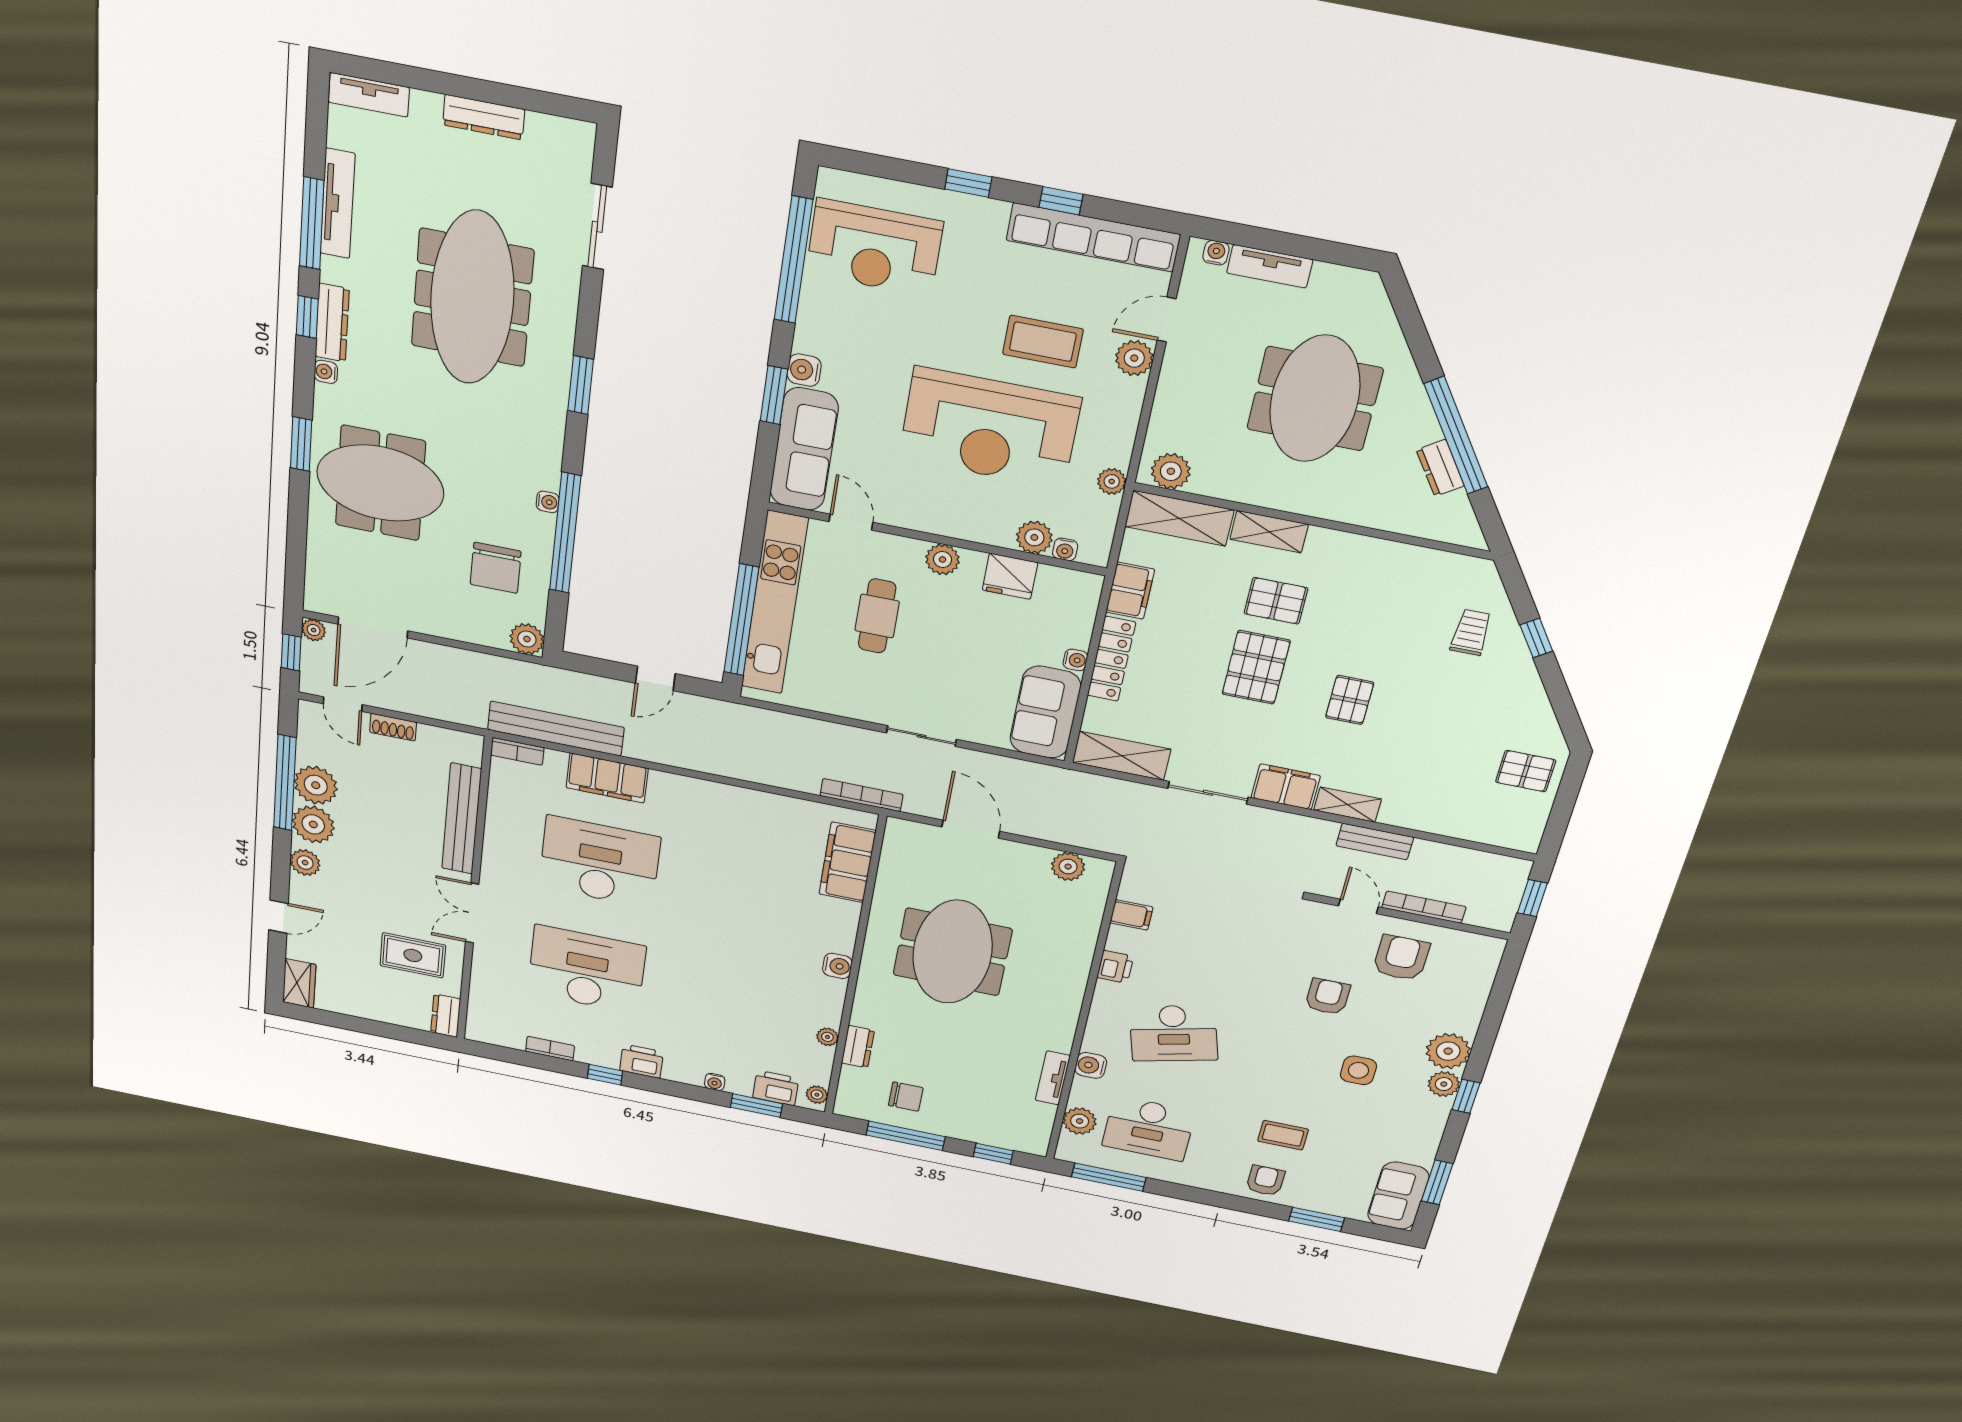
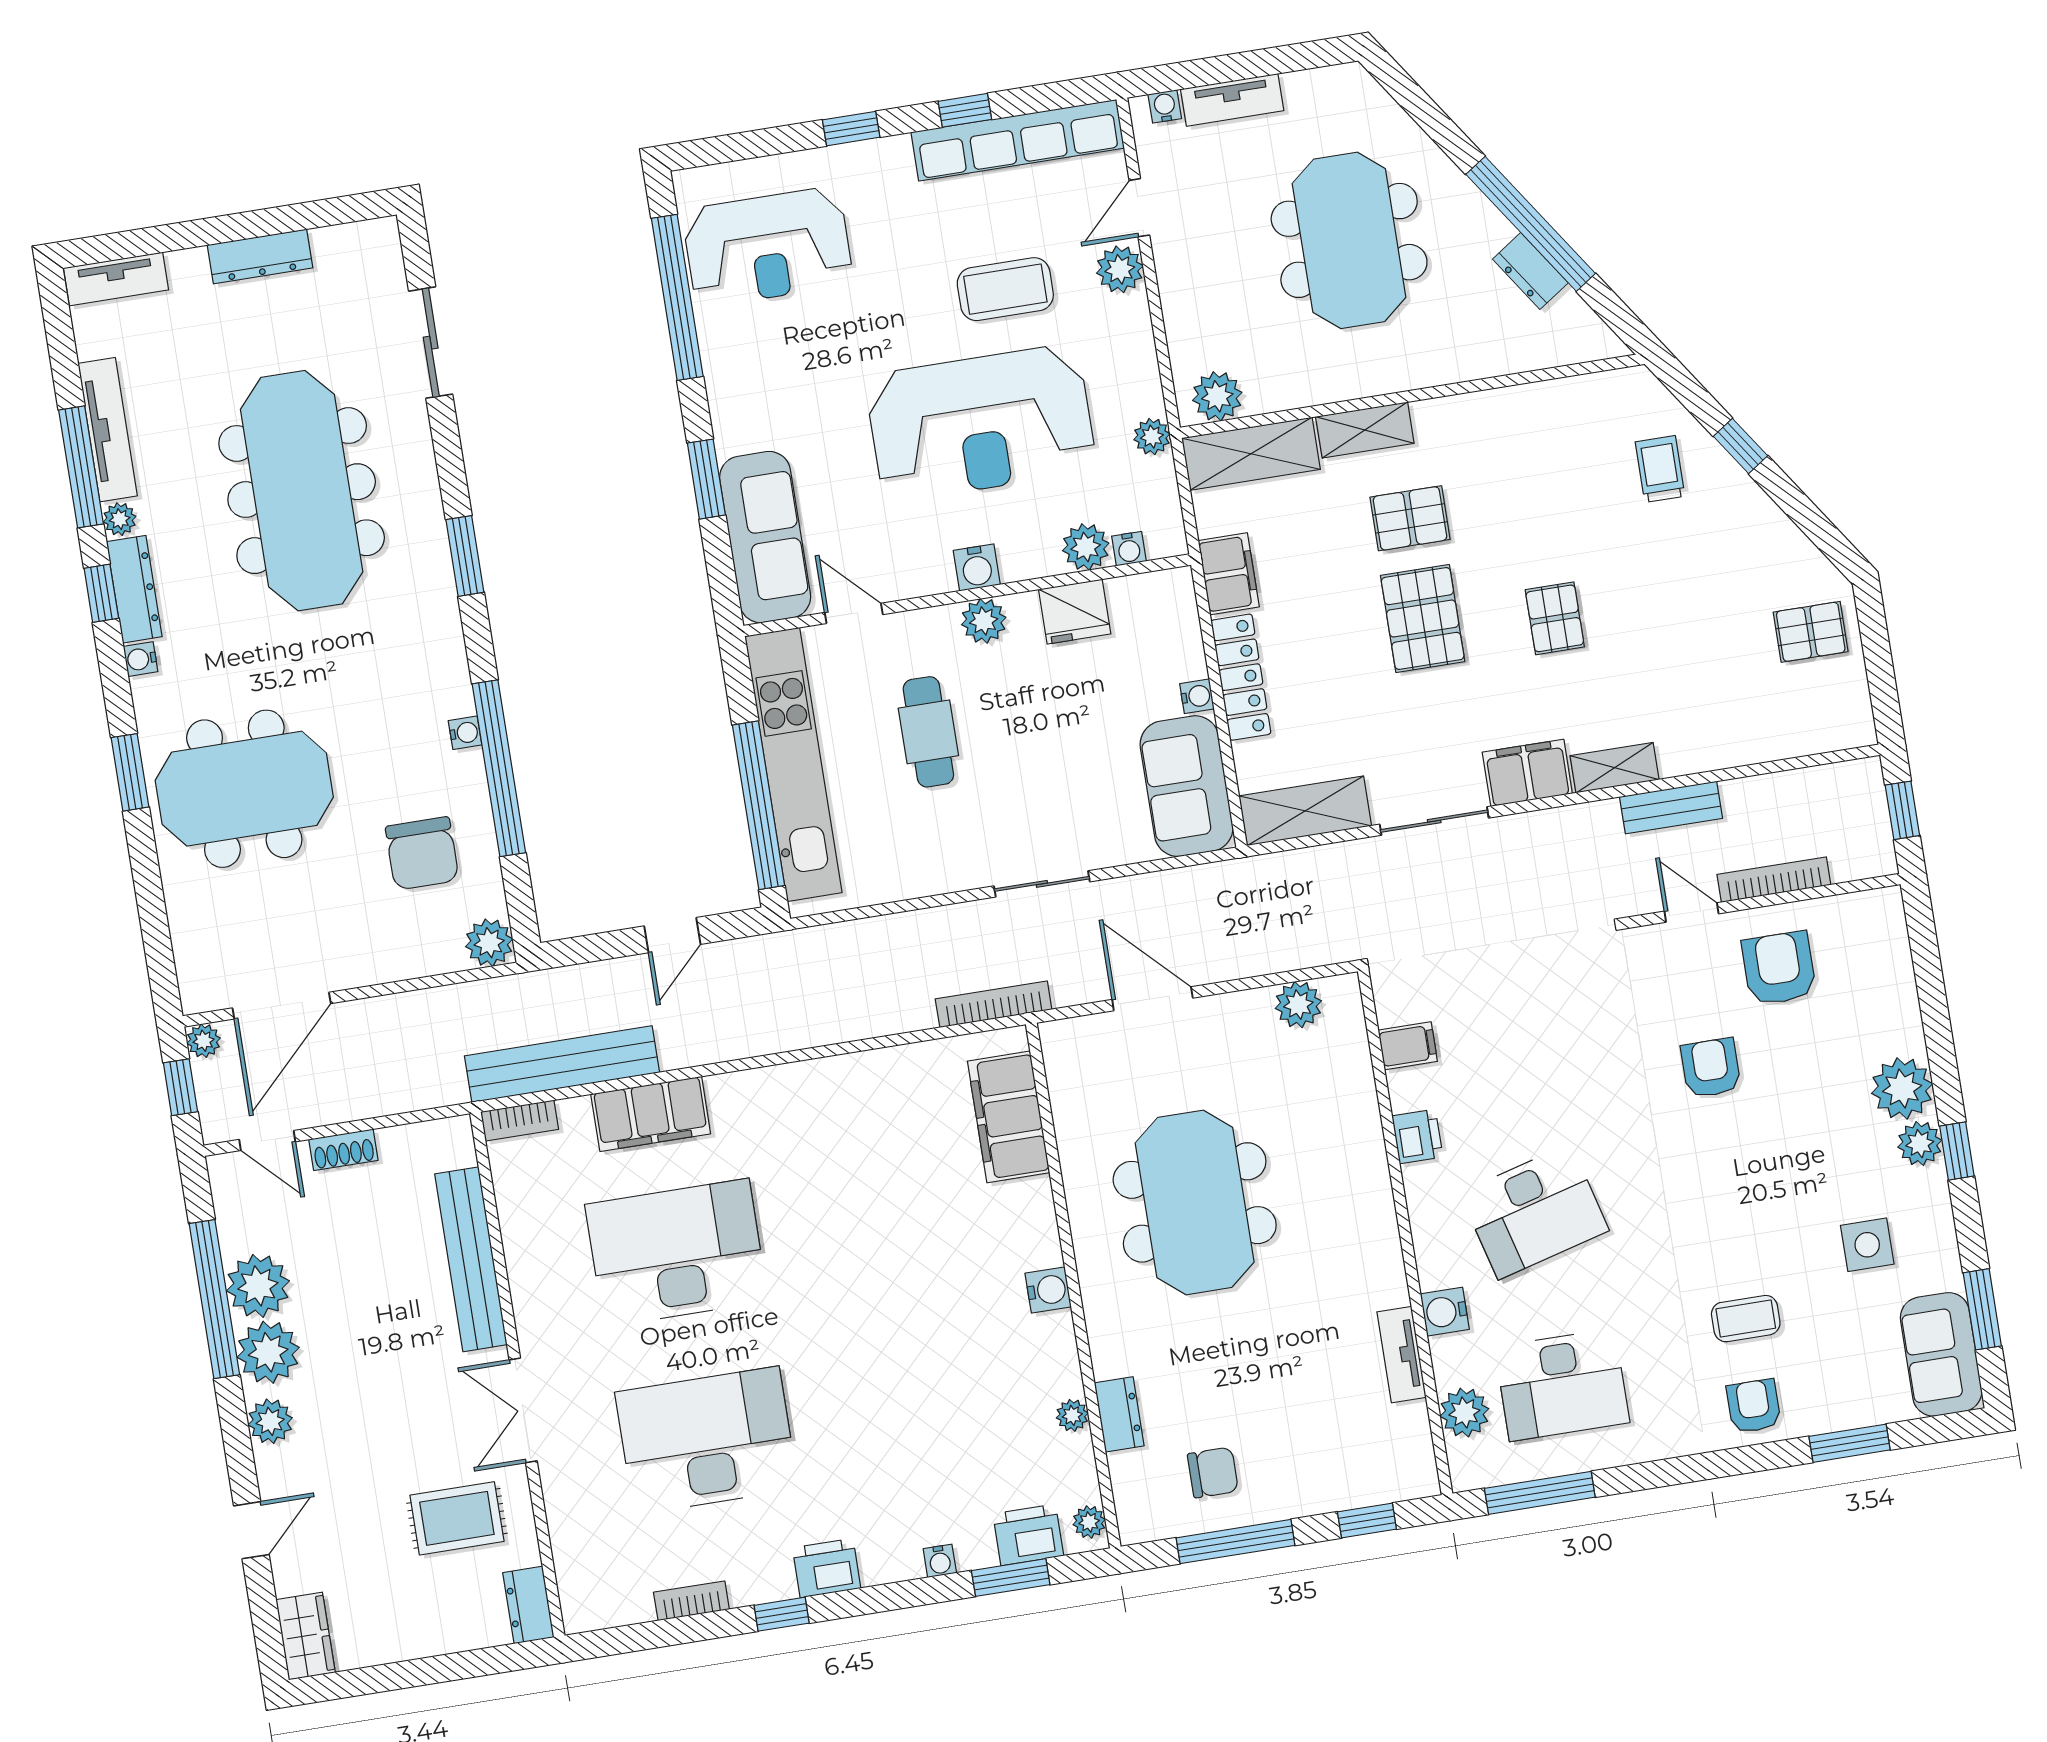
plant: (332, 270) -> (120, 519), added
water cooler: (804, 370) -> (977, 568), moved, turned -90
side table: (1358, 1070) -> (1867, 1245), moved

